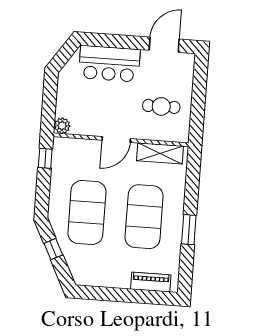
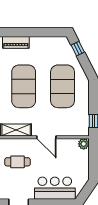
door: (116, 139) -> (46, 137), swing flipped
window: (53, 249) -> (78, 49), moved

